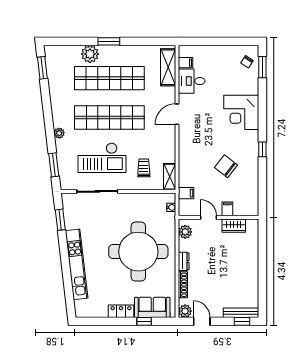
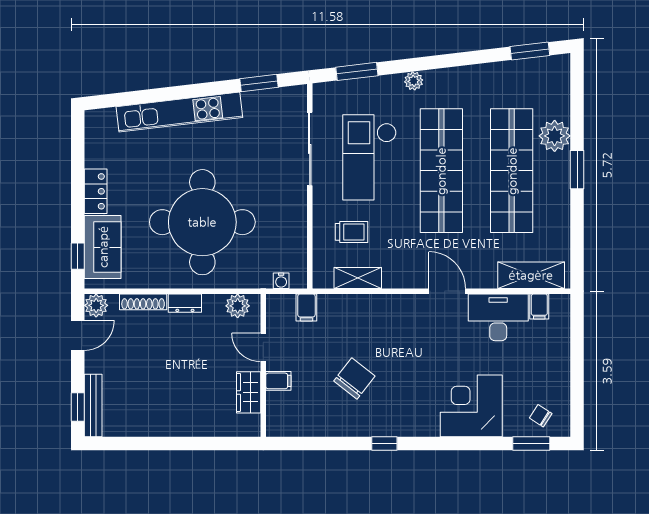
desk: (192, 81) -> (498, 317), width x1.37
corner desk: (241, 112) -> (471, 406), moved
shelving: (170, 177) -> (358, 278), moved
door: (209, 217) -> (263, 347), swing flipped
window: (144, 321) -> (78, 256), moved

